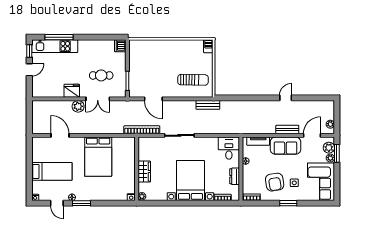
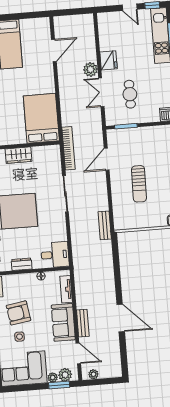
sun lounger: (193, 80) -> (139, 184), moved
door: (286, 98) -> (121, 318), width x1.88
bed: (98, 157) -> (41, 118), moved, turned 90

